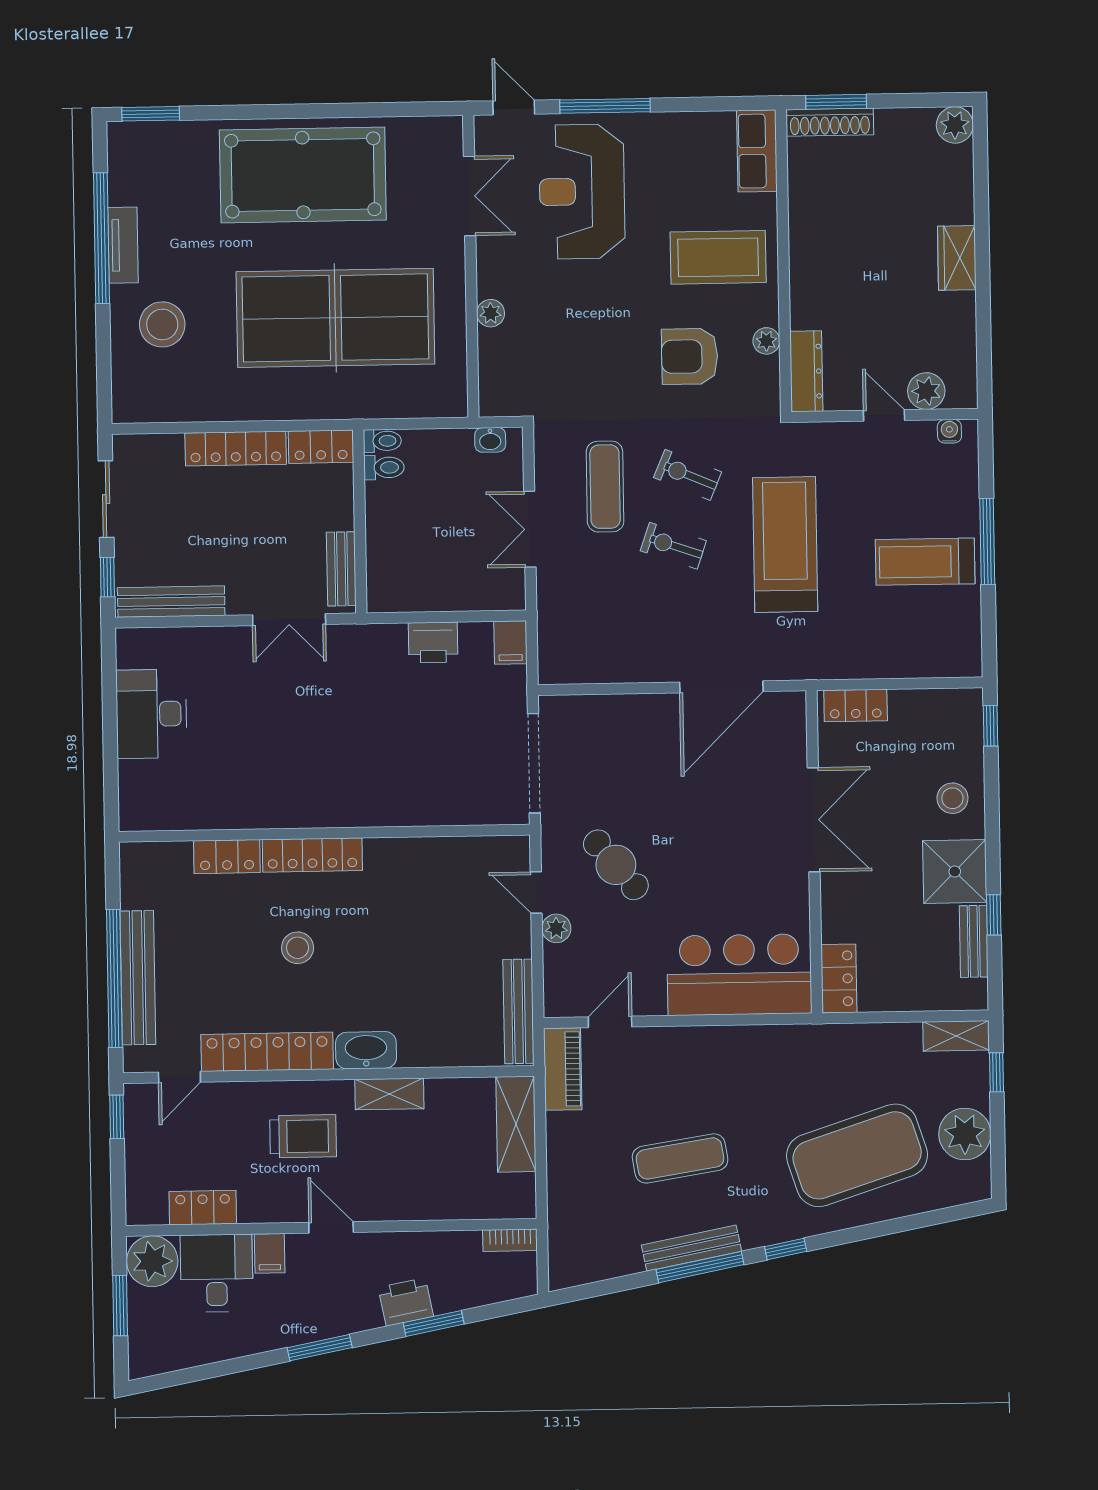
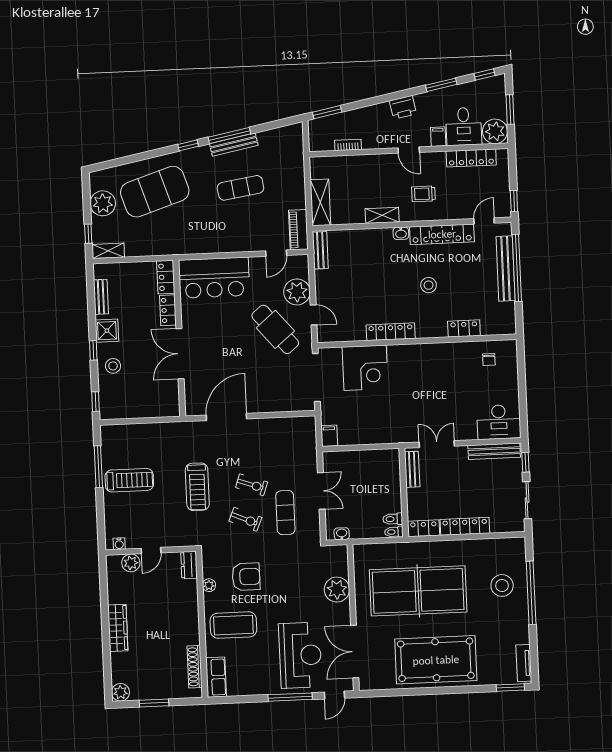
window: (836, 102) -> (154, 703), moved
door: (514, 107) -> (334, 695), hinge flipped
shoe rack: (830, 122) -> (195, 667), moved, turned -90
double door: (470, 196) -> (355, 652), width x1.37
window: (101, 238) -> (531, 593), moved
tv unit: (123, 245) -> (524, 663), moved
wardrobe: (957, 258) -> (118, 628), width x1.50
plant: (491, 313) -> (337, 590), width x1.88, depth x1.88
dresser: (806, 371) -> (189, 565), width x0.70
door: (884, 415) -> (151, 551), hinge flipped
window: (987, 541) -> (98, 467), moved
treadmill: (785, 544) -> (197, 487), width x0.73, depth x0.73
printer: (433, 642) -> (367, 435), removed
locker: (856, 705) -> (168, 310), moved, turned -90
desk: (151, 714) -> (499, 422), moved, turned 90
corner desk: (433, 781) -> (365, 368), added
chair: (177, 791) -> (489, 360), added
locker: (312, 855) -> (391, 332), moved
cafe table: (616, 865) -> (275, 329), width x1.37, depth x1.35
shower: (955, 871) -> (107, 331), width x0.73, depth x0.73
window: (994, 915) -> (93, 350), moved
plant: (556, 928) -> (297, 292), width x1.88, depth x1.88
bench: (518, 1011) -> (320, 250), width x0.73
washbasin: (366, 1050) -> (401, 233), width x0.52, depth x0.69
trolley: (303, 1136) -> (423, 194), width x0.73, depth x0.72
locker: (203, 1208) -> (471, 158), width x1.53
bookcase: (510, 1240) -> (348, 145), moved
printer: (406, 1302) -> (403, 107), moved
window: (434, 1323) -> (327, 112), moved
window: (320, 1348) -> (441, 85), moved
window: (171, 1379) -> (485, 74), added

